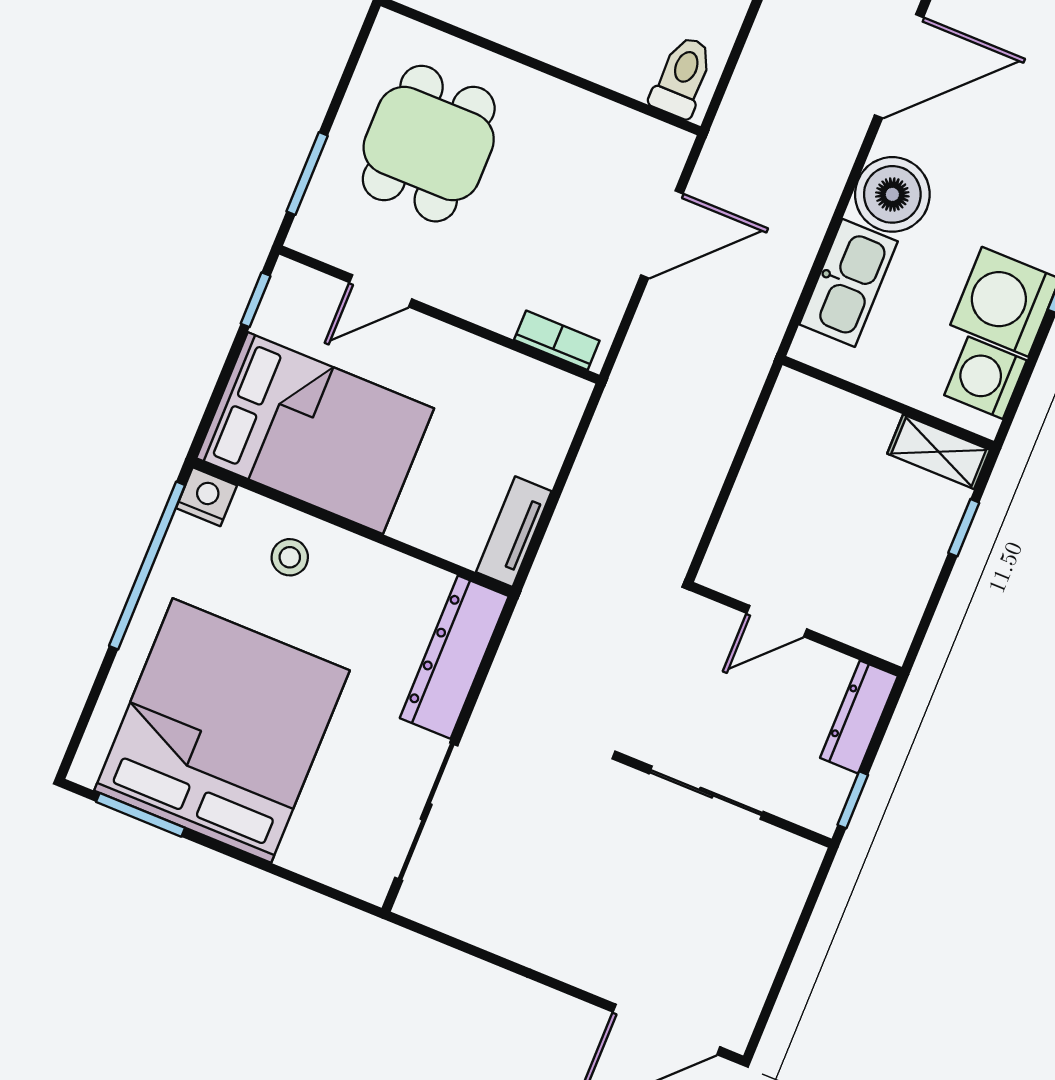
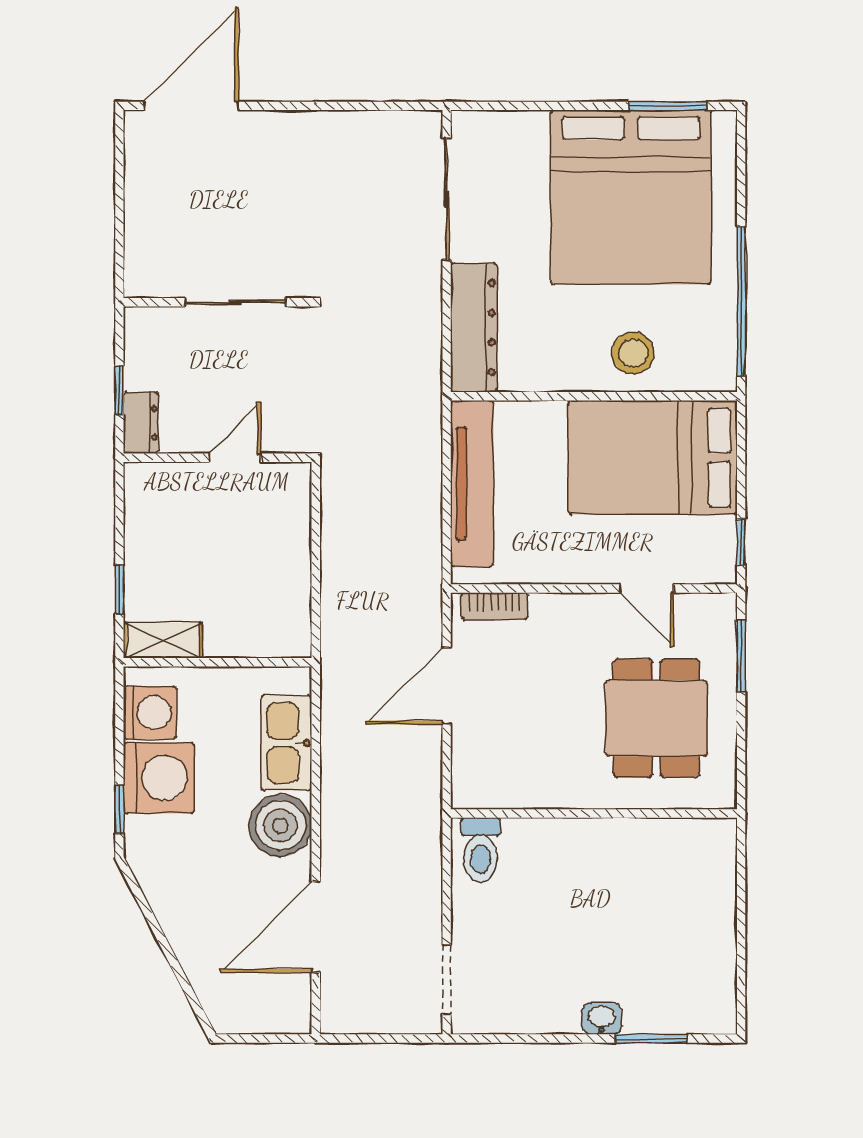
door: (662, 234) -> (447, 686), moved
door: (381, 291) -> (647, 589), swing flipped
nightstand: (206, 497) -> (717, 374), removed
tv unit: (514, 532) -> (472, 484), width x1.92, depth x1.29
stool: (290, 557) -> (633, 353), width x1.37, depth x1.37
dresser: (859, 717) -> (141, 423), width x0.70
window: (853, 800) -> (119, 390), moved

